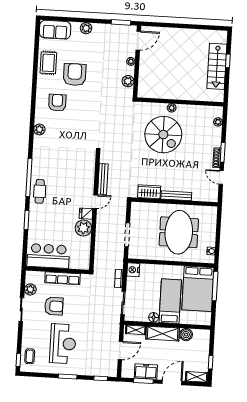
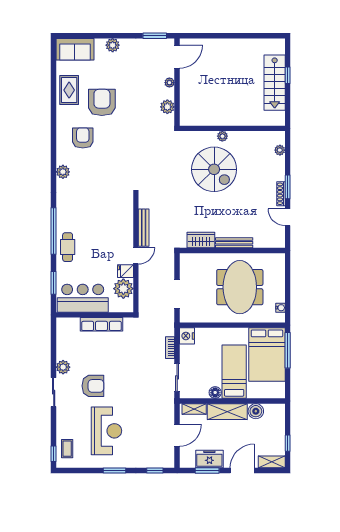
bar counter: (48, 256) -> (83, 298), moved
wall: (57, 270) -> (95, 315), moved
row of seats: (63, 278) -> (101, 324), moved

